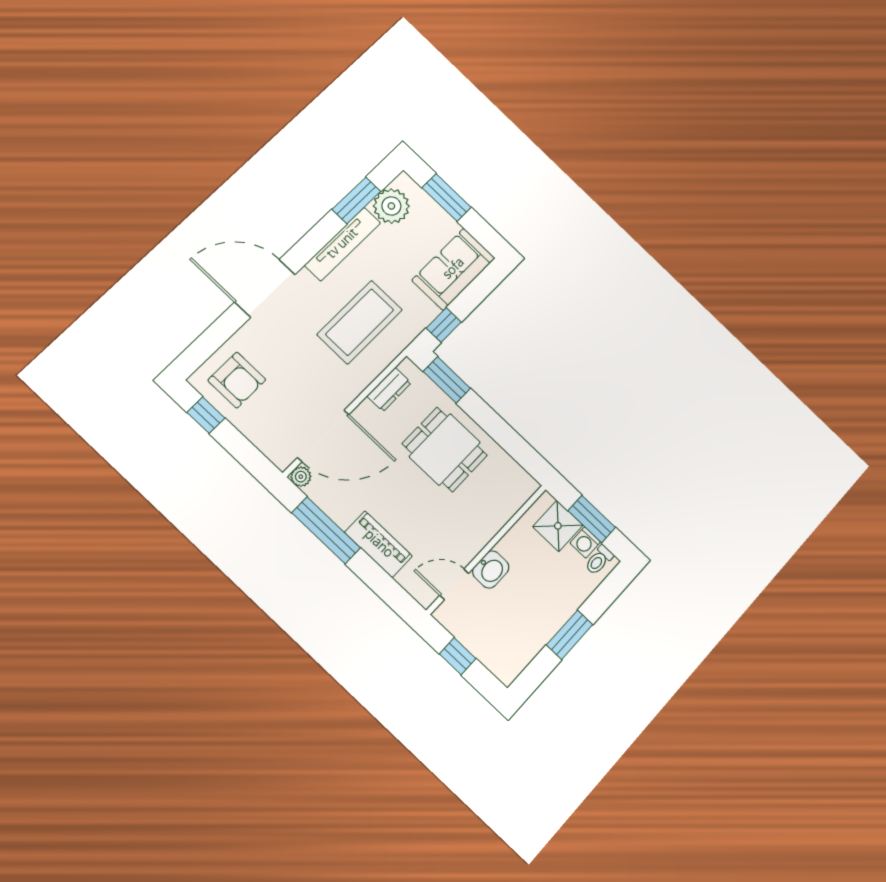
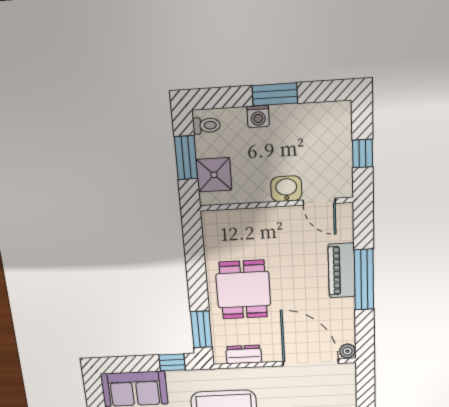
window: (326, 530) -> (364, 280), moved
washing machine: (585, 543) -> (258, 116), moved, turned 90

